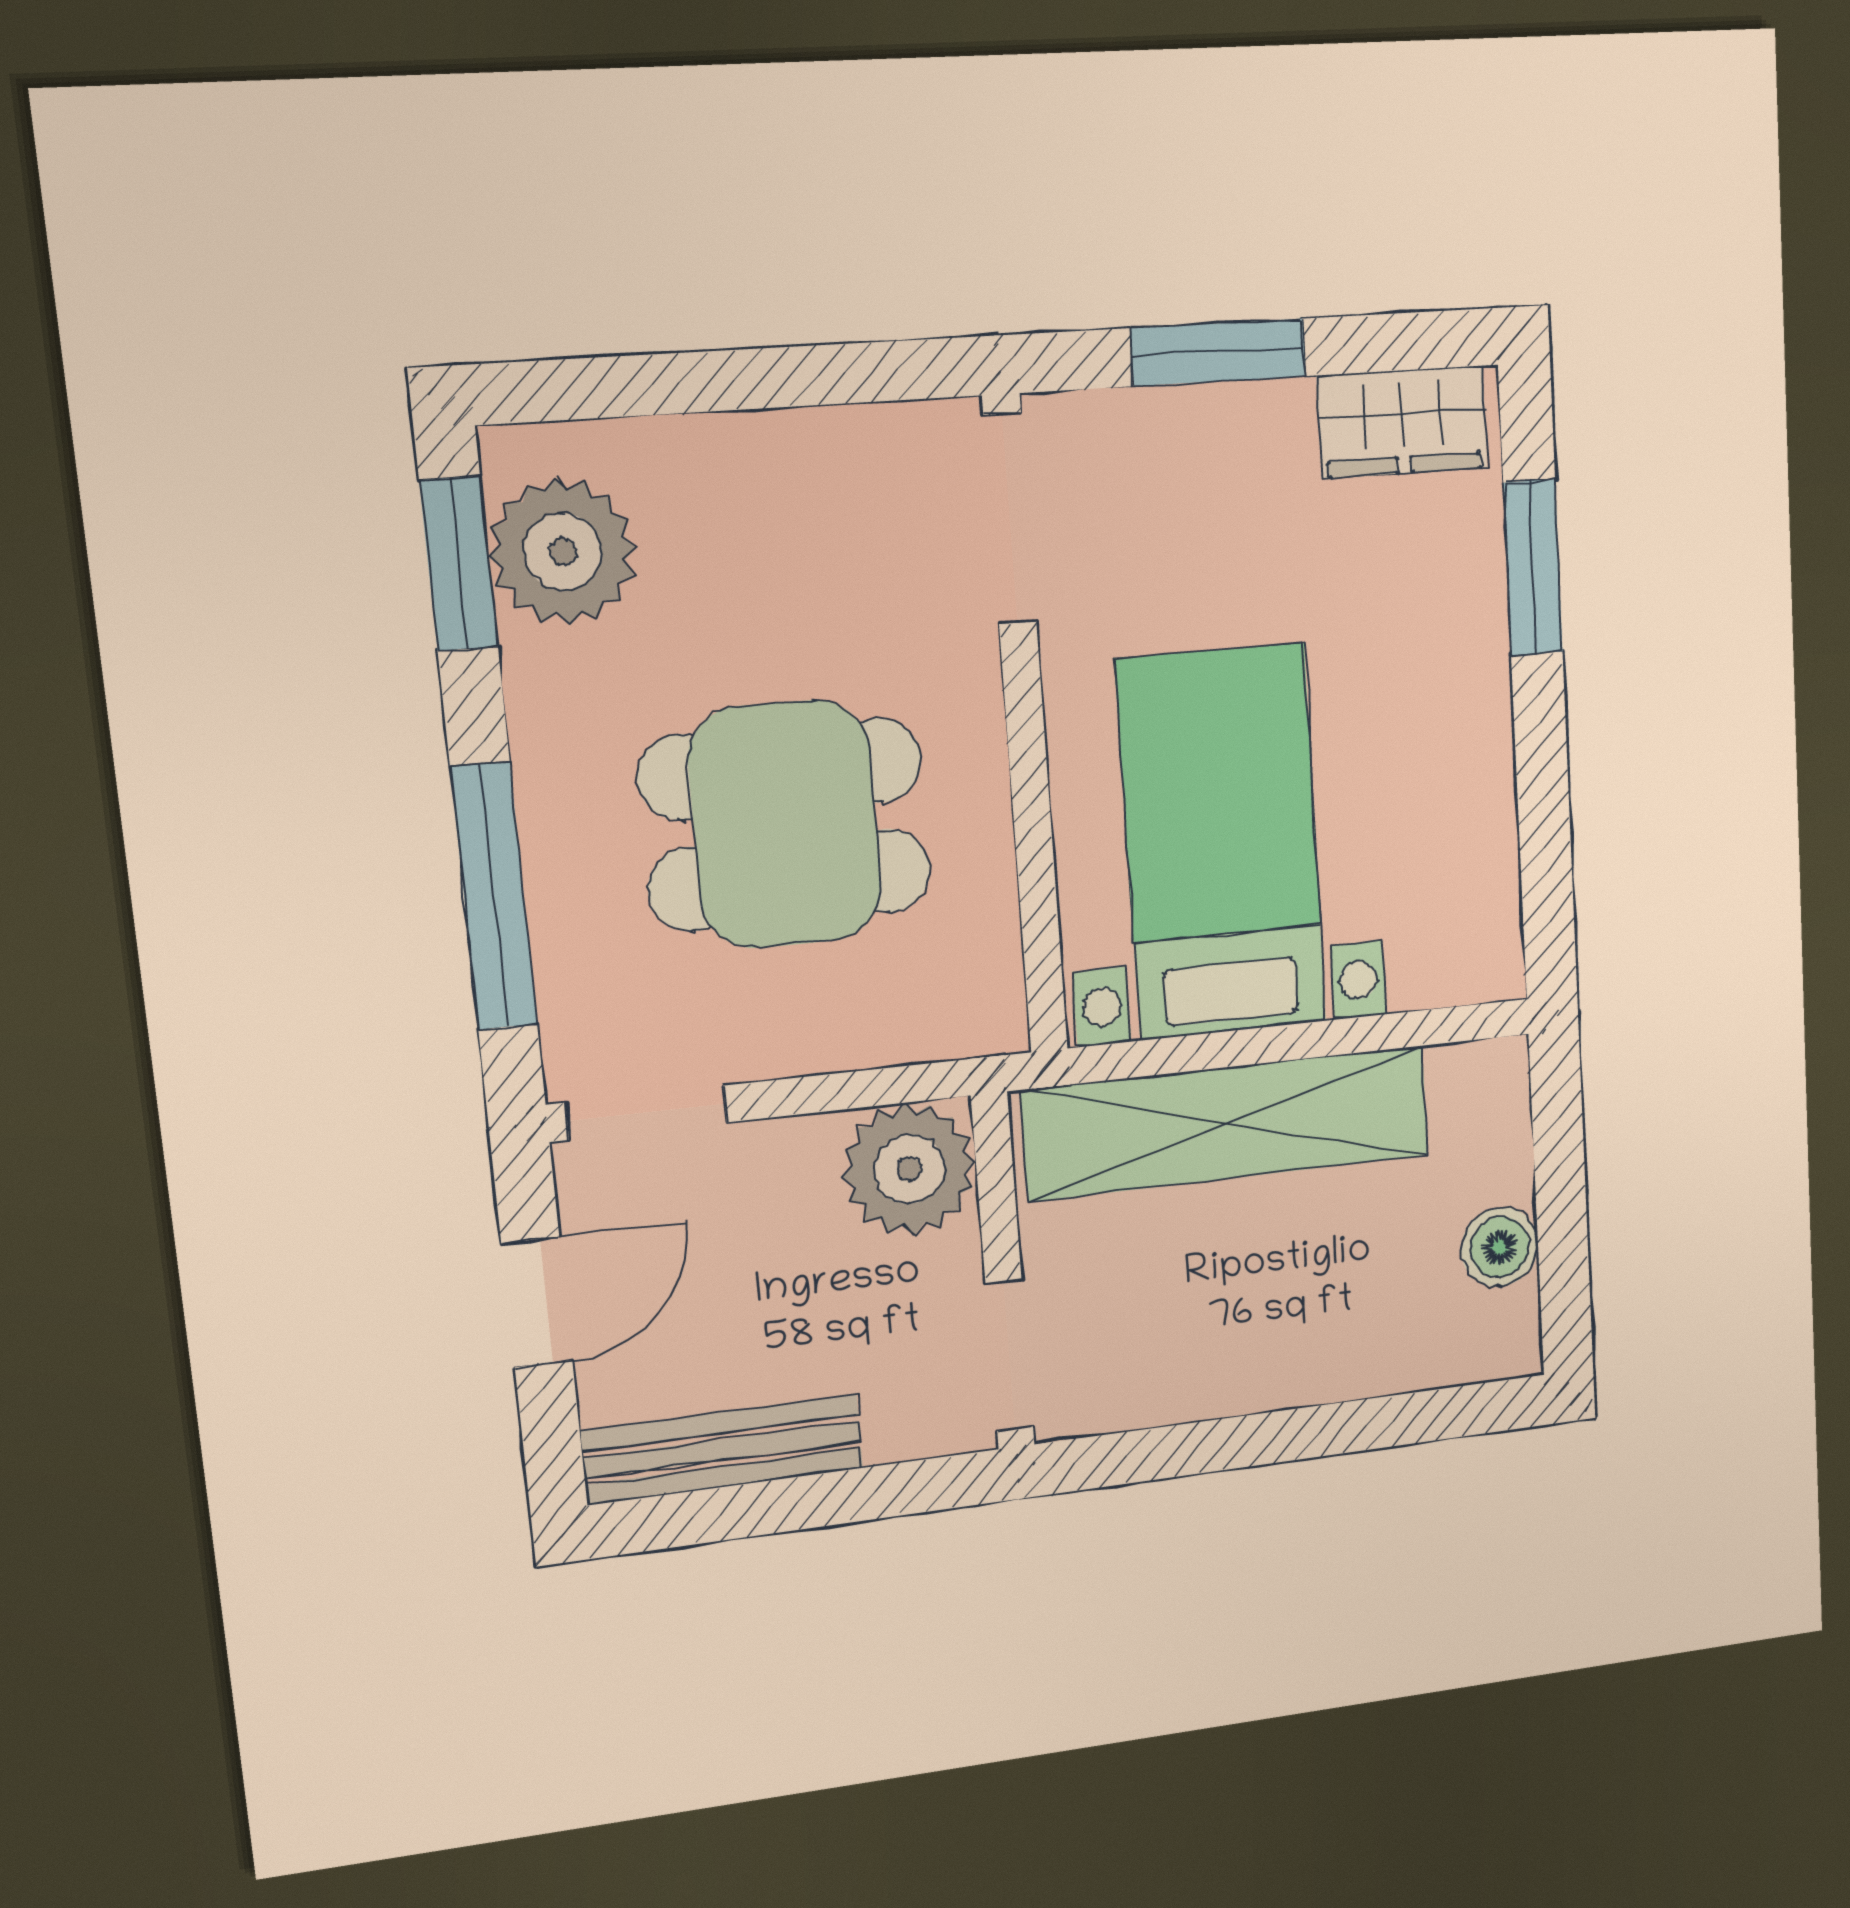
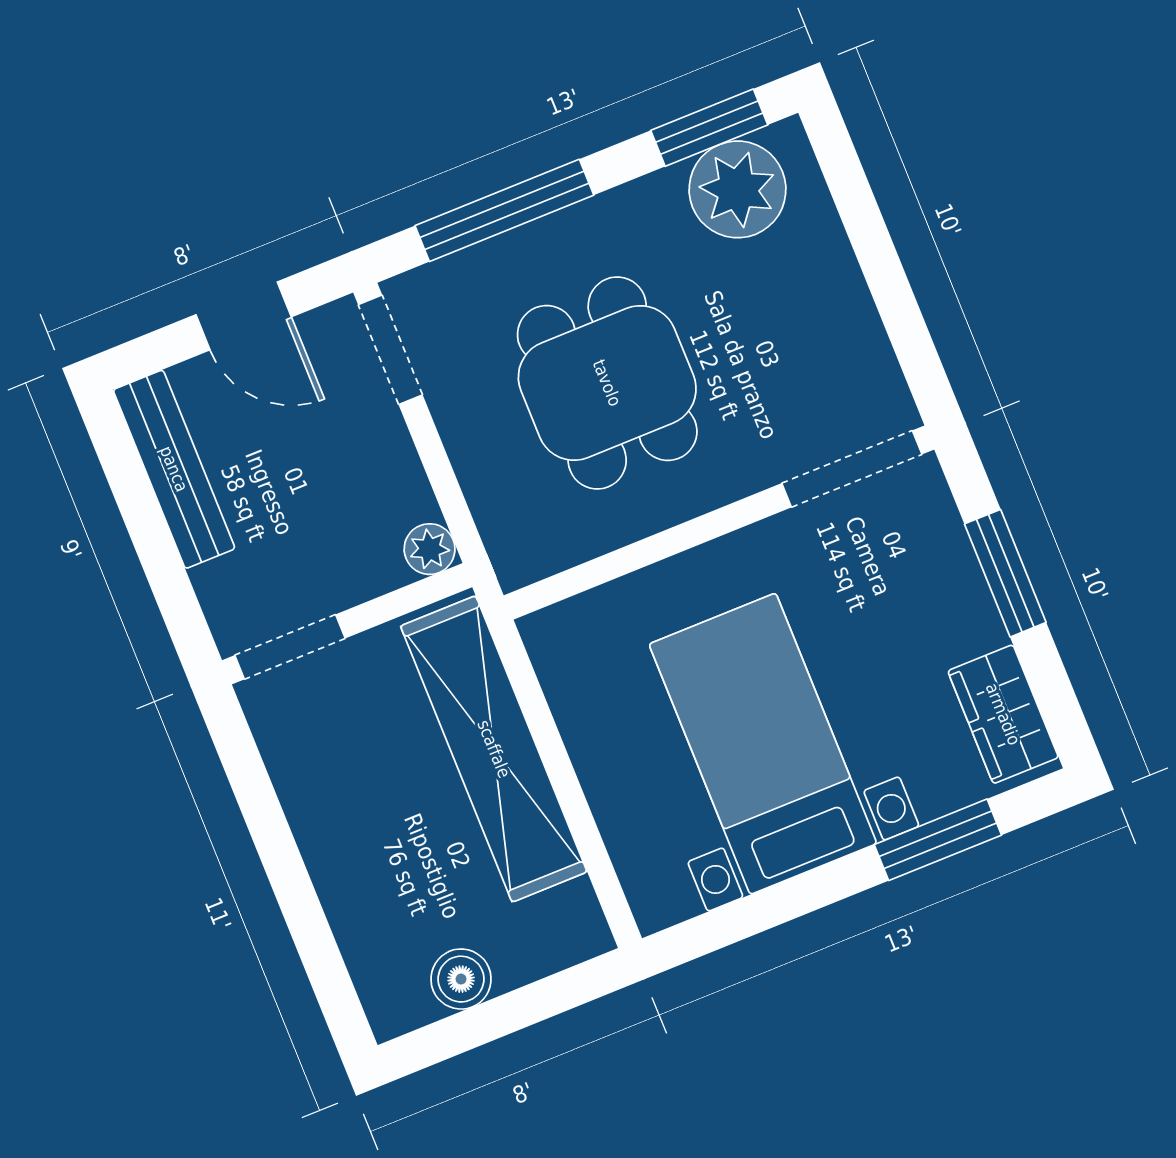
bed with nightstands: (1222, 843) -> (763, 744), moved, turned -90
plant: (909, 1169) -> (430, 549), width x0.53, depth x0.53

